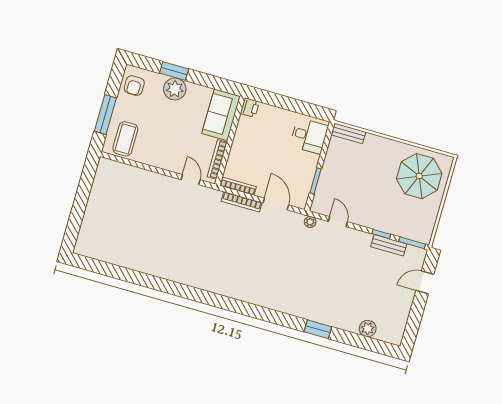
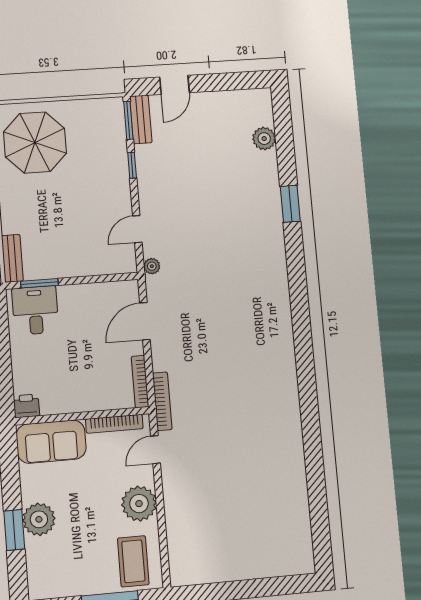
armchair: (134, 86) -> (55, 578), removed
coffee table: (125, 139) -> (133, 561), turned 90
plant: (160, 156) -> (139, 504), added
window: (315, 181) -> (39, 283), moved
bookcase: (242, 202) -> (162, 401), moved
bench: (389, 245) -> (141, 119), moved
door: (425, 282) -> (175, 85), hinge flipped

